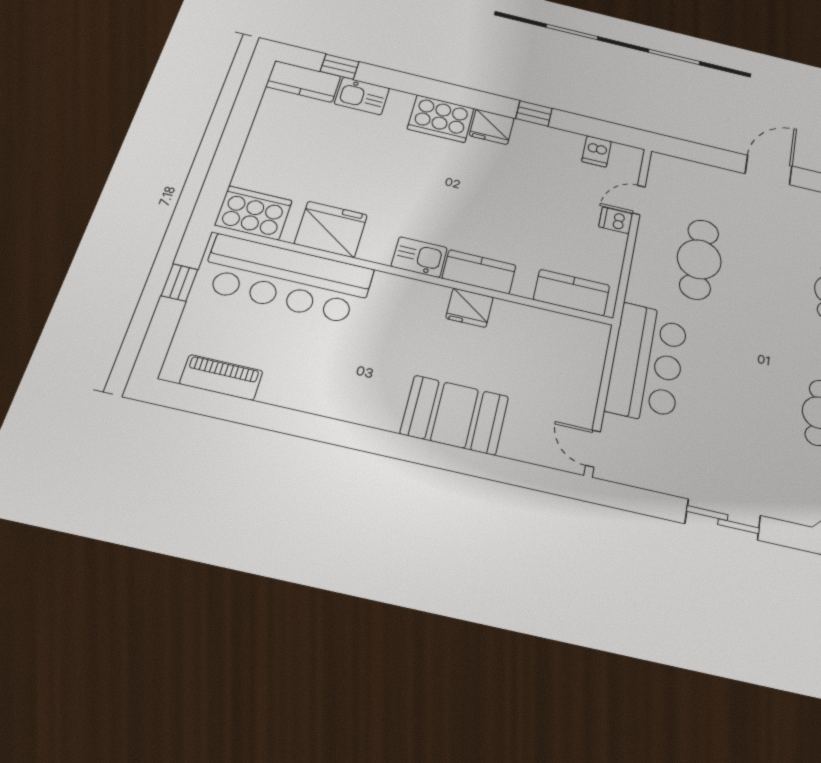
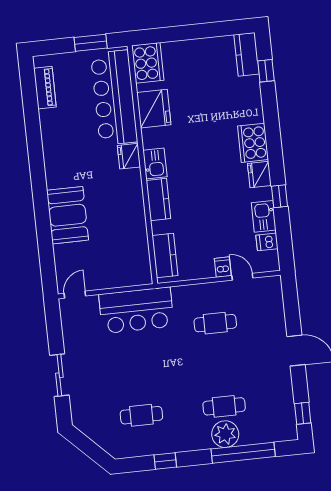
kitchen sink: (362, 96) -> (264, 216), moved
cafe table: (699, 259) -> (215, 323), width x0.73, depth x0.74
window: (179, 283) -> (91, 43), width x1.50
fridge: (470, 308) -> (129, 156), moved

